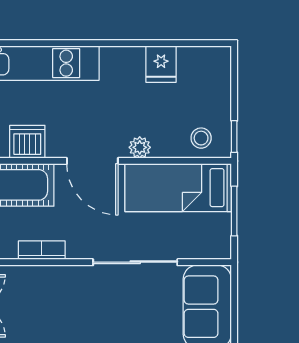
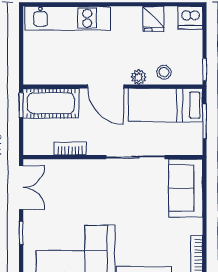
stool: (201, 138) -> (164, 72), moved
dishwasher: (27, 142) -> (190, 18), moved, turned 180

